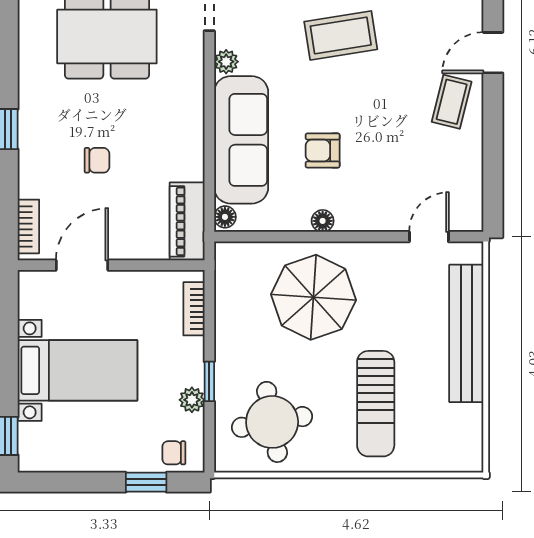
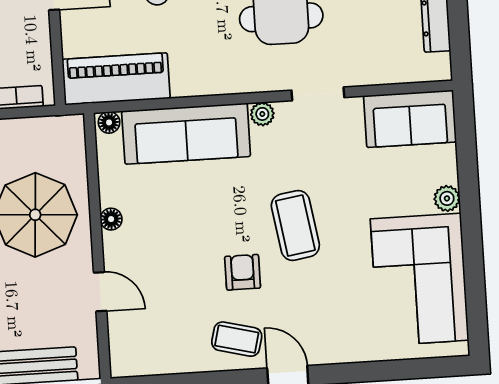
armchair: (323, 151) -> (243, 272), moved
piano: (187, 221) -> (116, 79), width x1.37, depth x1.33
door: (429, 237) -> (100, 292), moved

